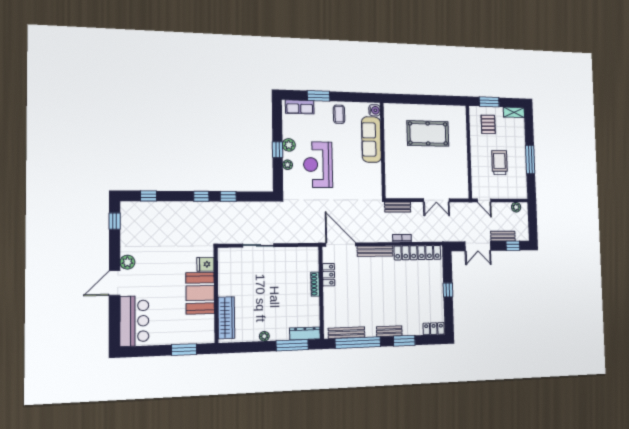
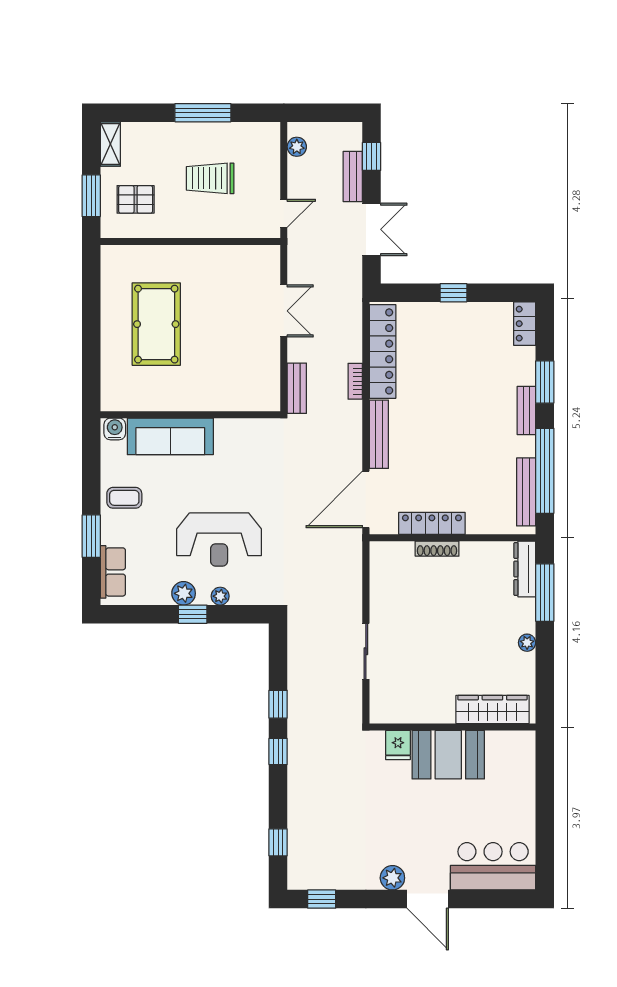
locker: (329, 275) -> (432, 523), width x1.53
window: (184, 350) -> (545, 783), removed

